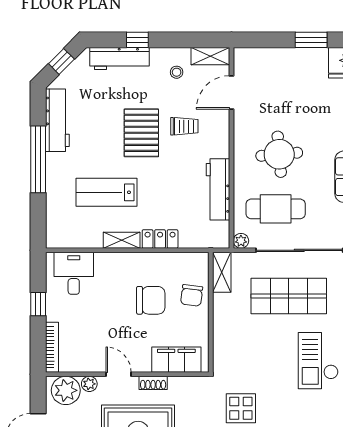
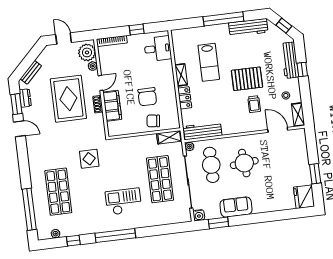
workbench: (218, 189) -> (203, 131), moved
lab bench: (107, 192) -> (209, 62), turned 180
filing cabinet: (176, 360) -> (112, 106), moved

